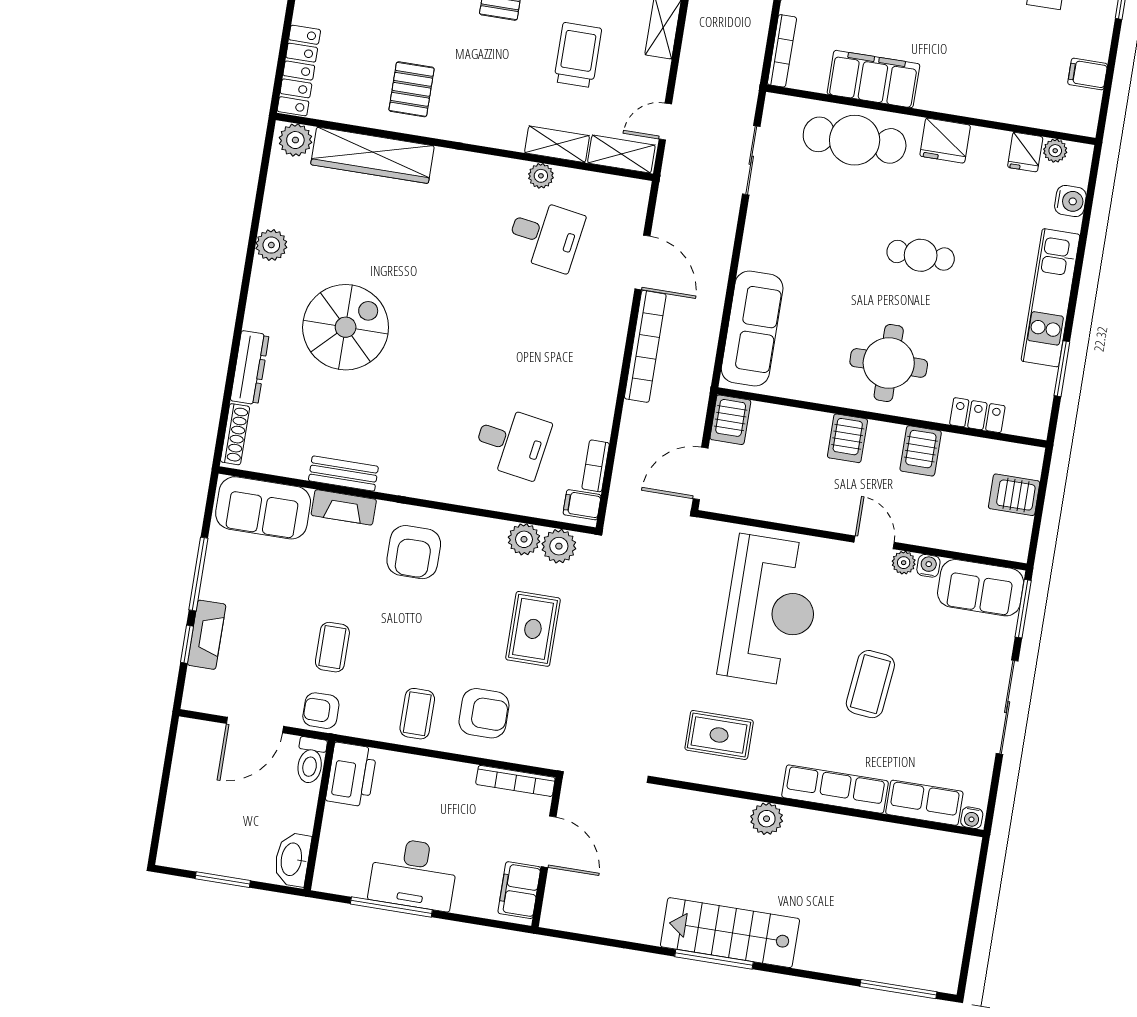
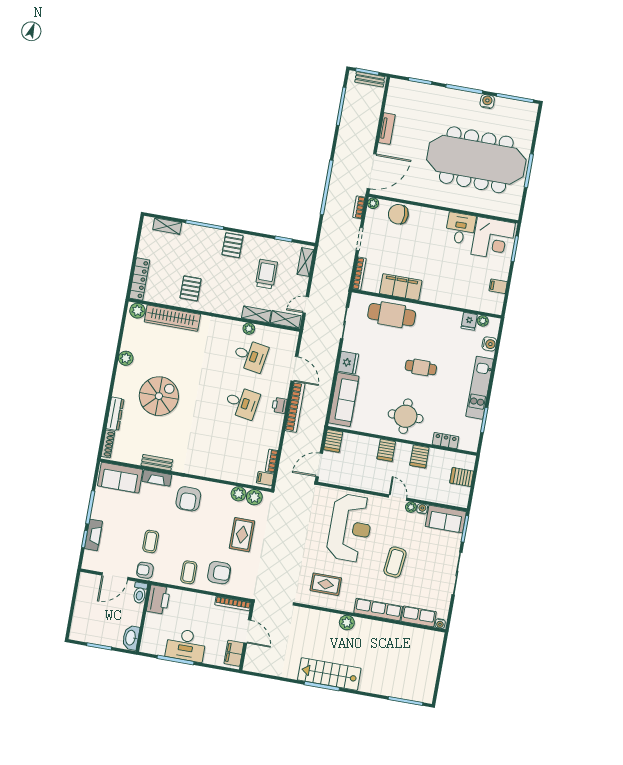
fridge: (945, 141) -> (348, 363), moved, turned -90
printer: (611, 343) -> (279, 405), added
desk: (512, 442) -> (242, 403), moved

